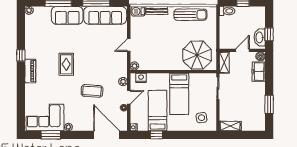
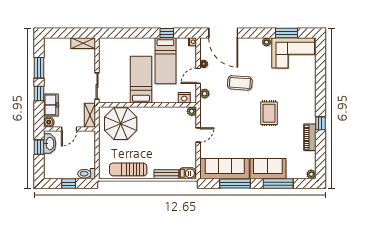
piano: (30, 71) -> (310, 137), moved
window: (269, 82) -> (39, 93), added
side table: (202, 118) -> (116, 53), removed

